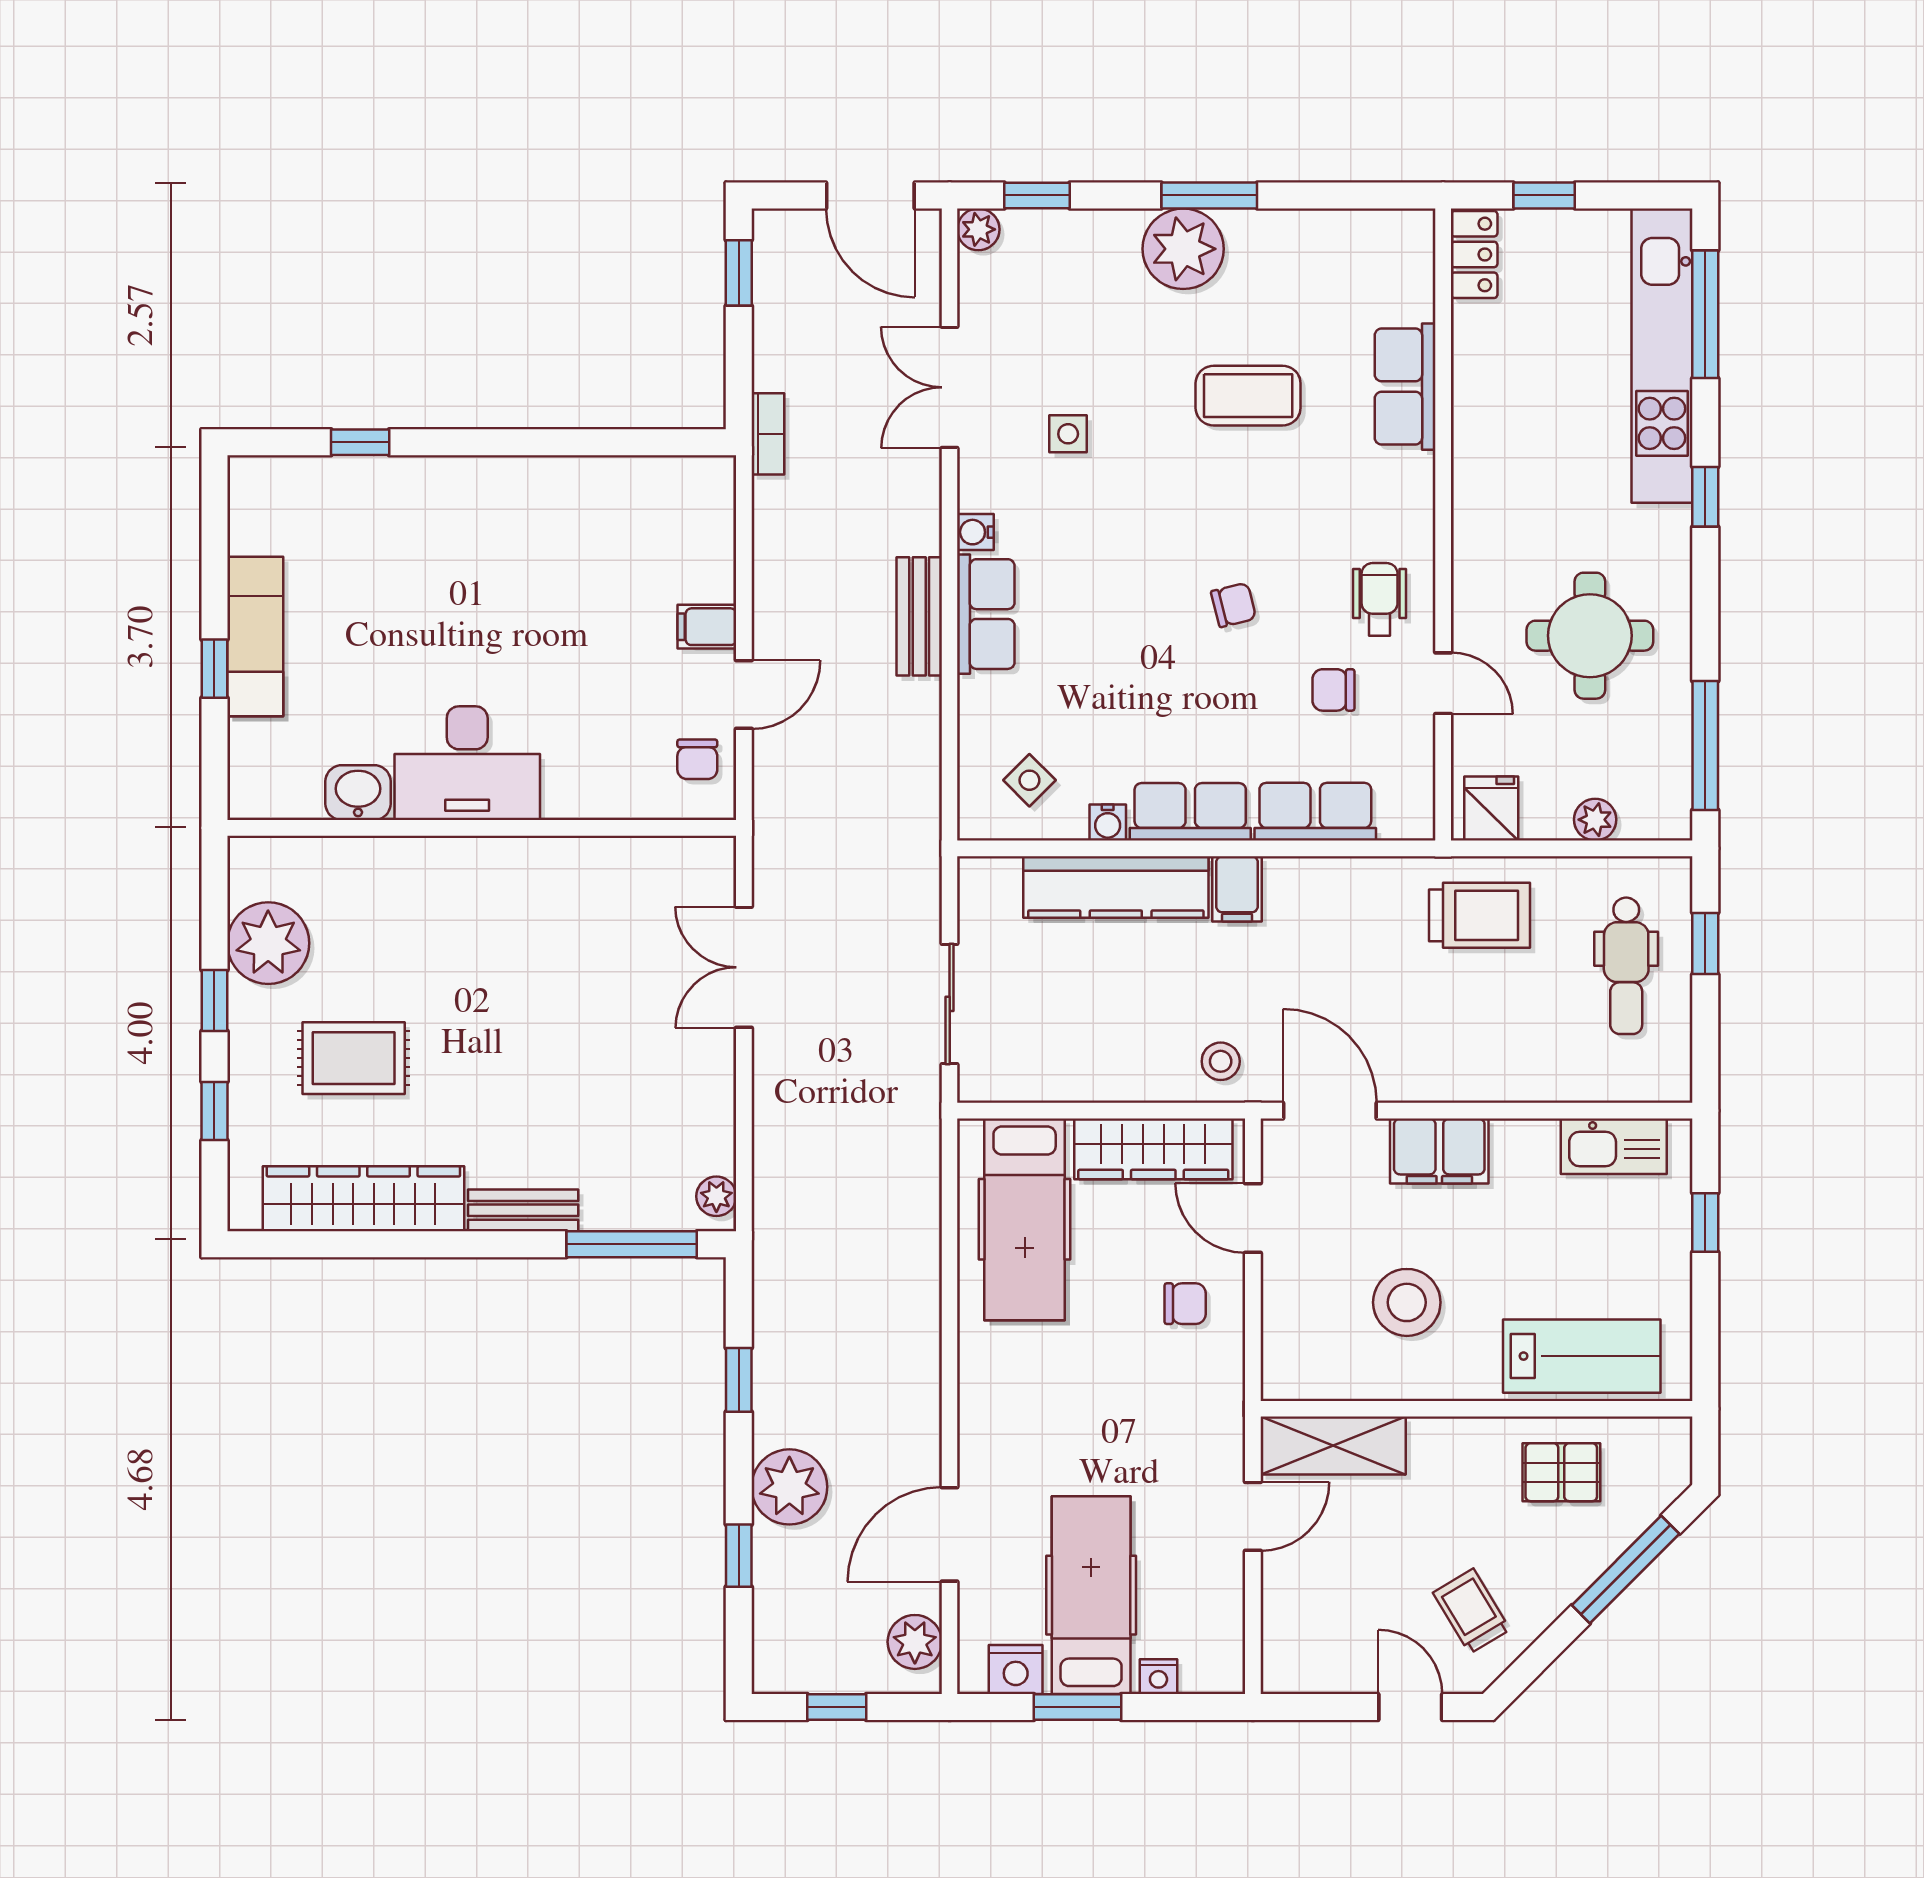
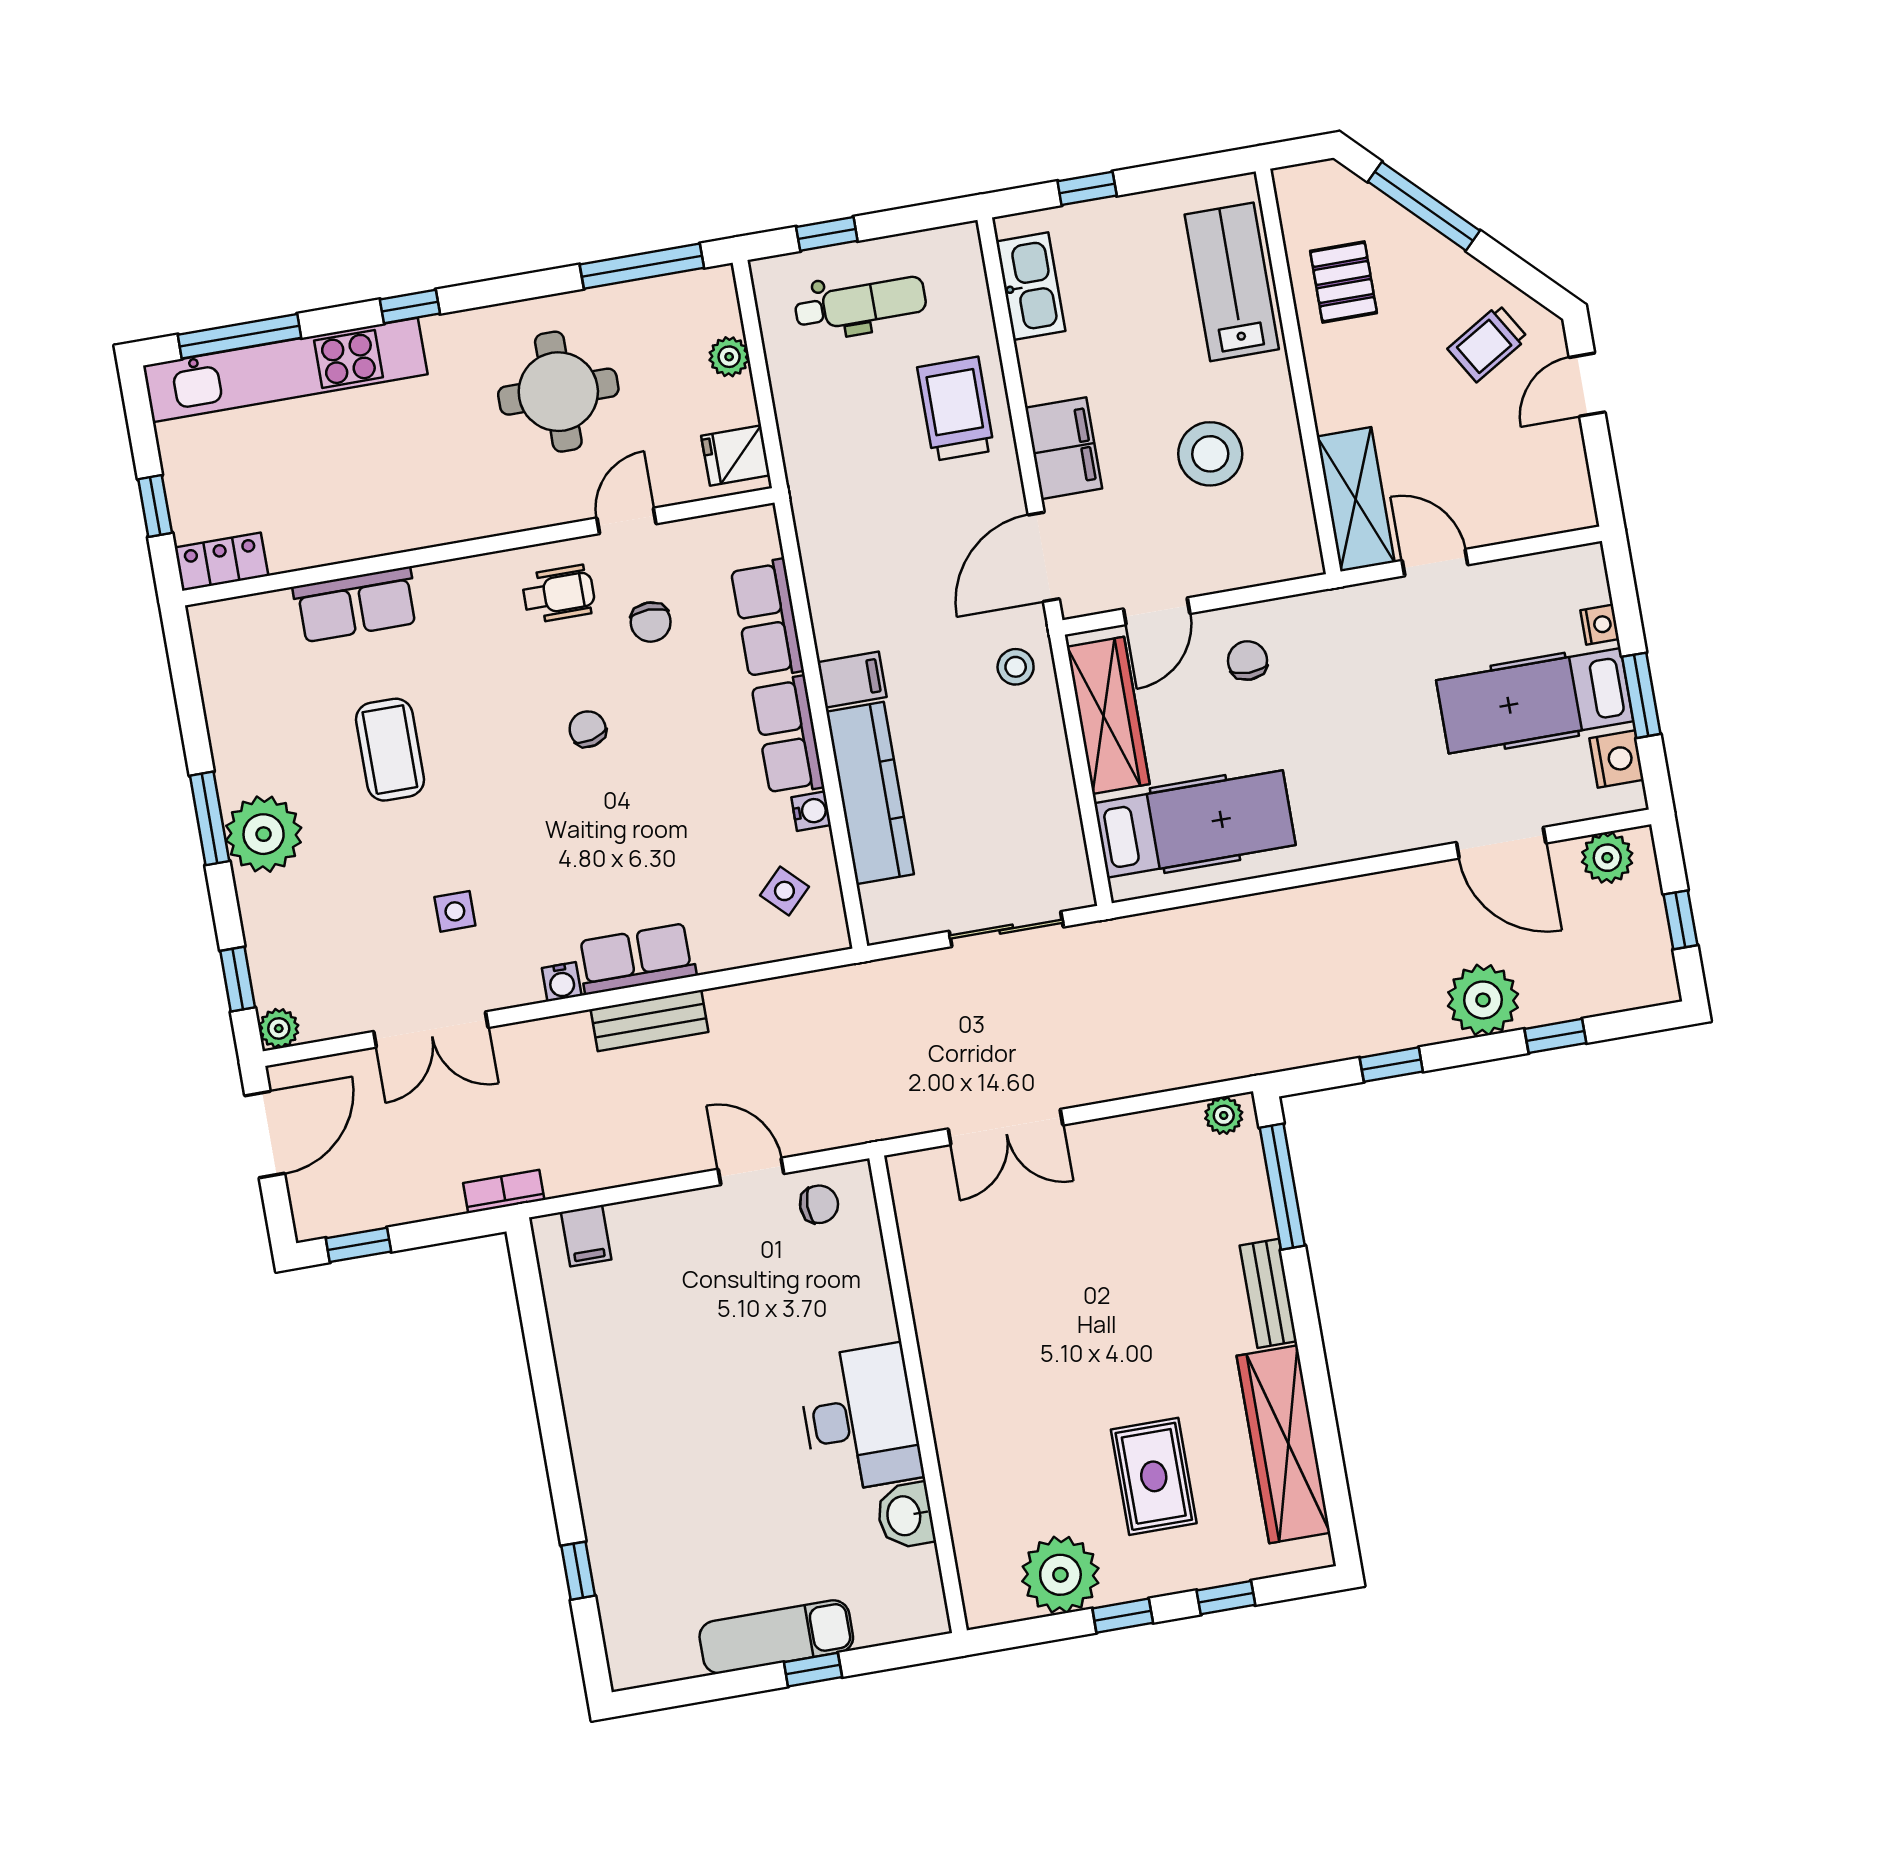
wheelchair: (1380, 599) -> (559, 594), turned 180
filing cabinet: (707, 627) -> (586, 1236), moved
trolley: (1480, 915) -> (956, 409), moved

